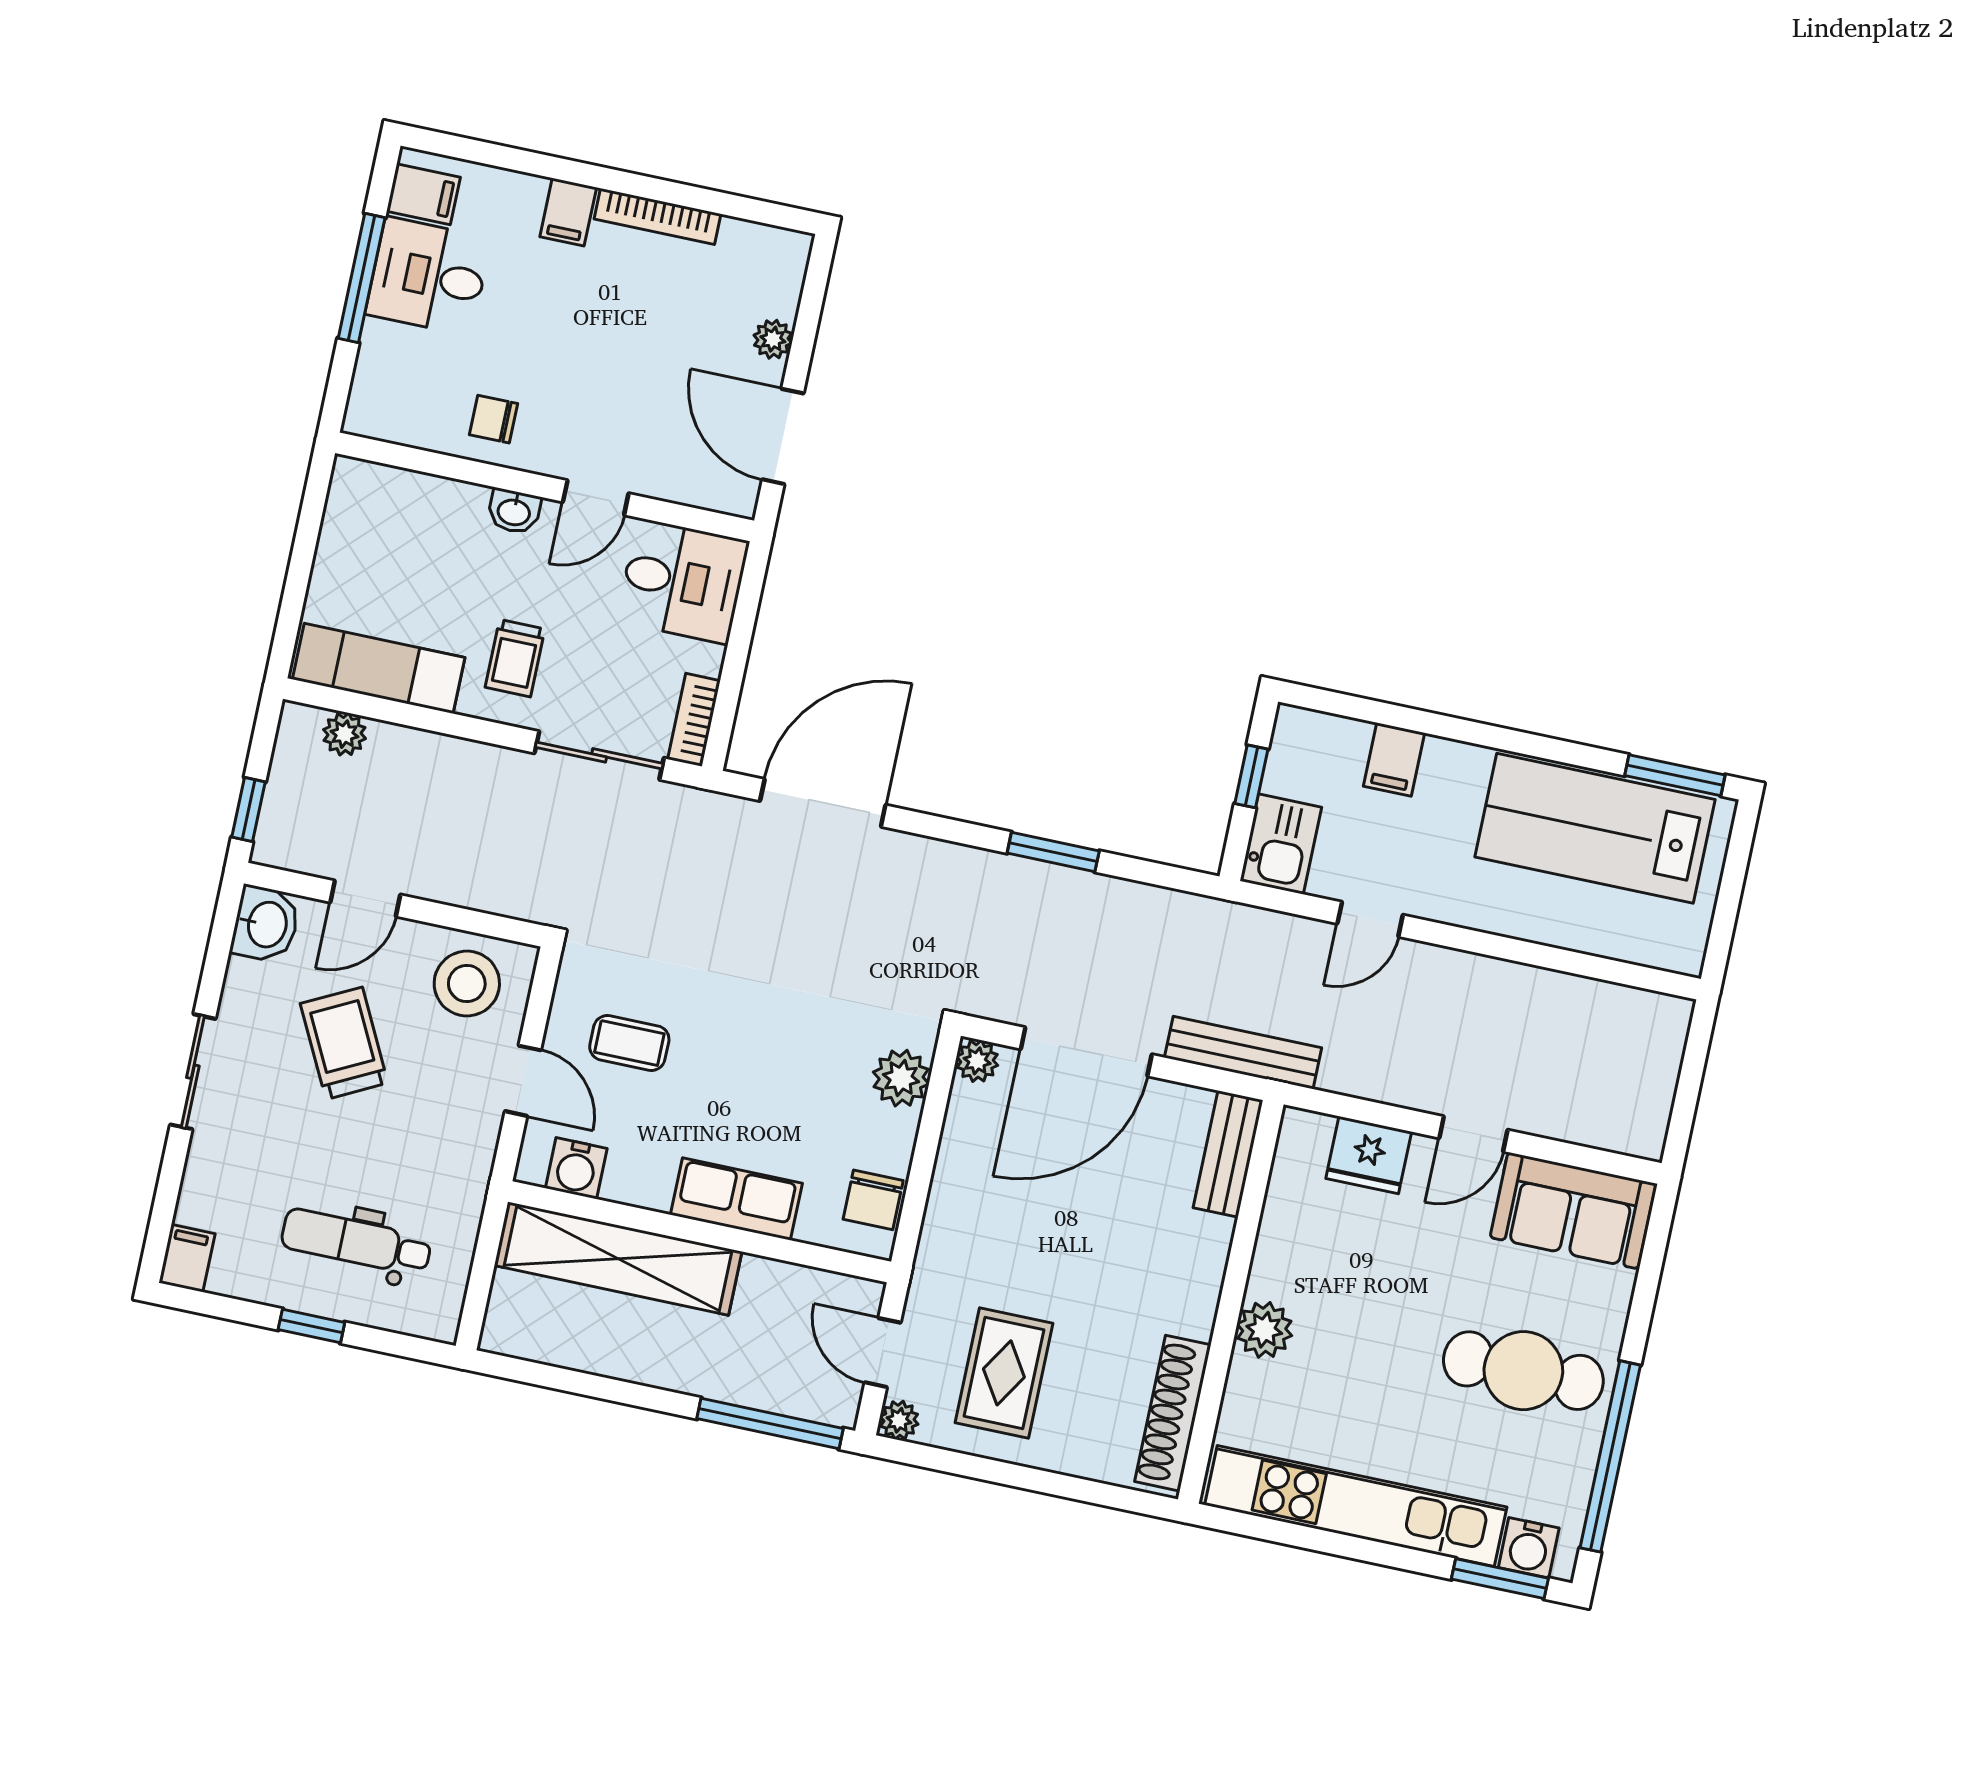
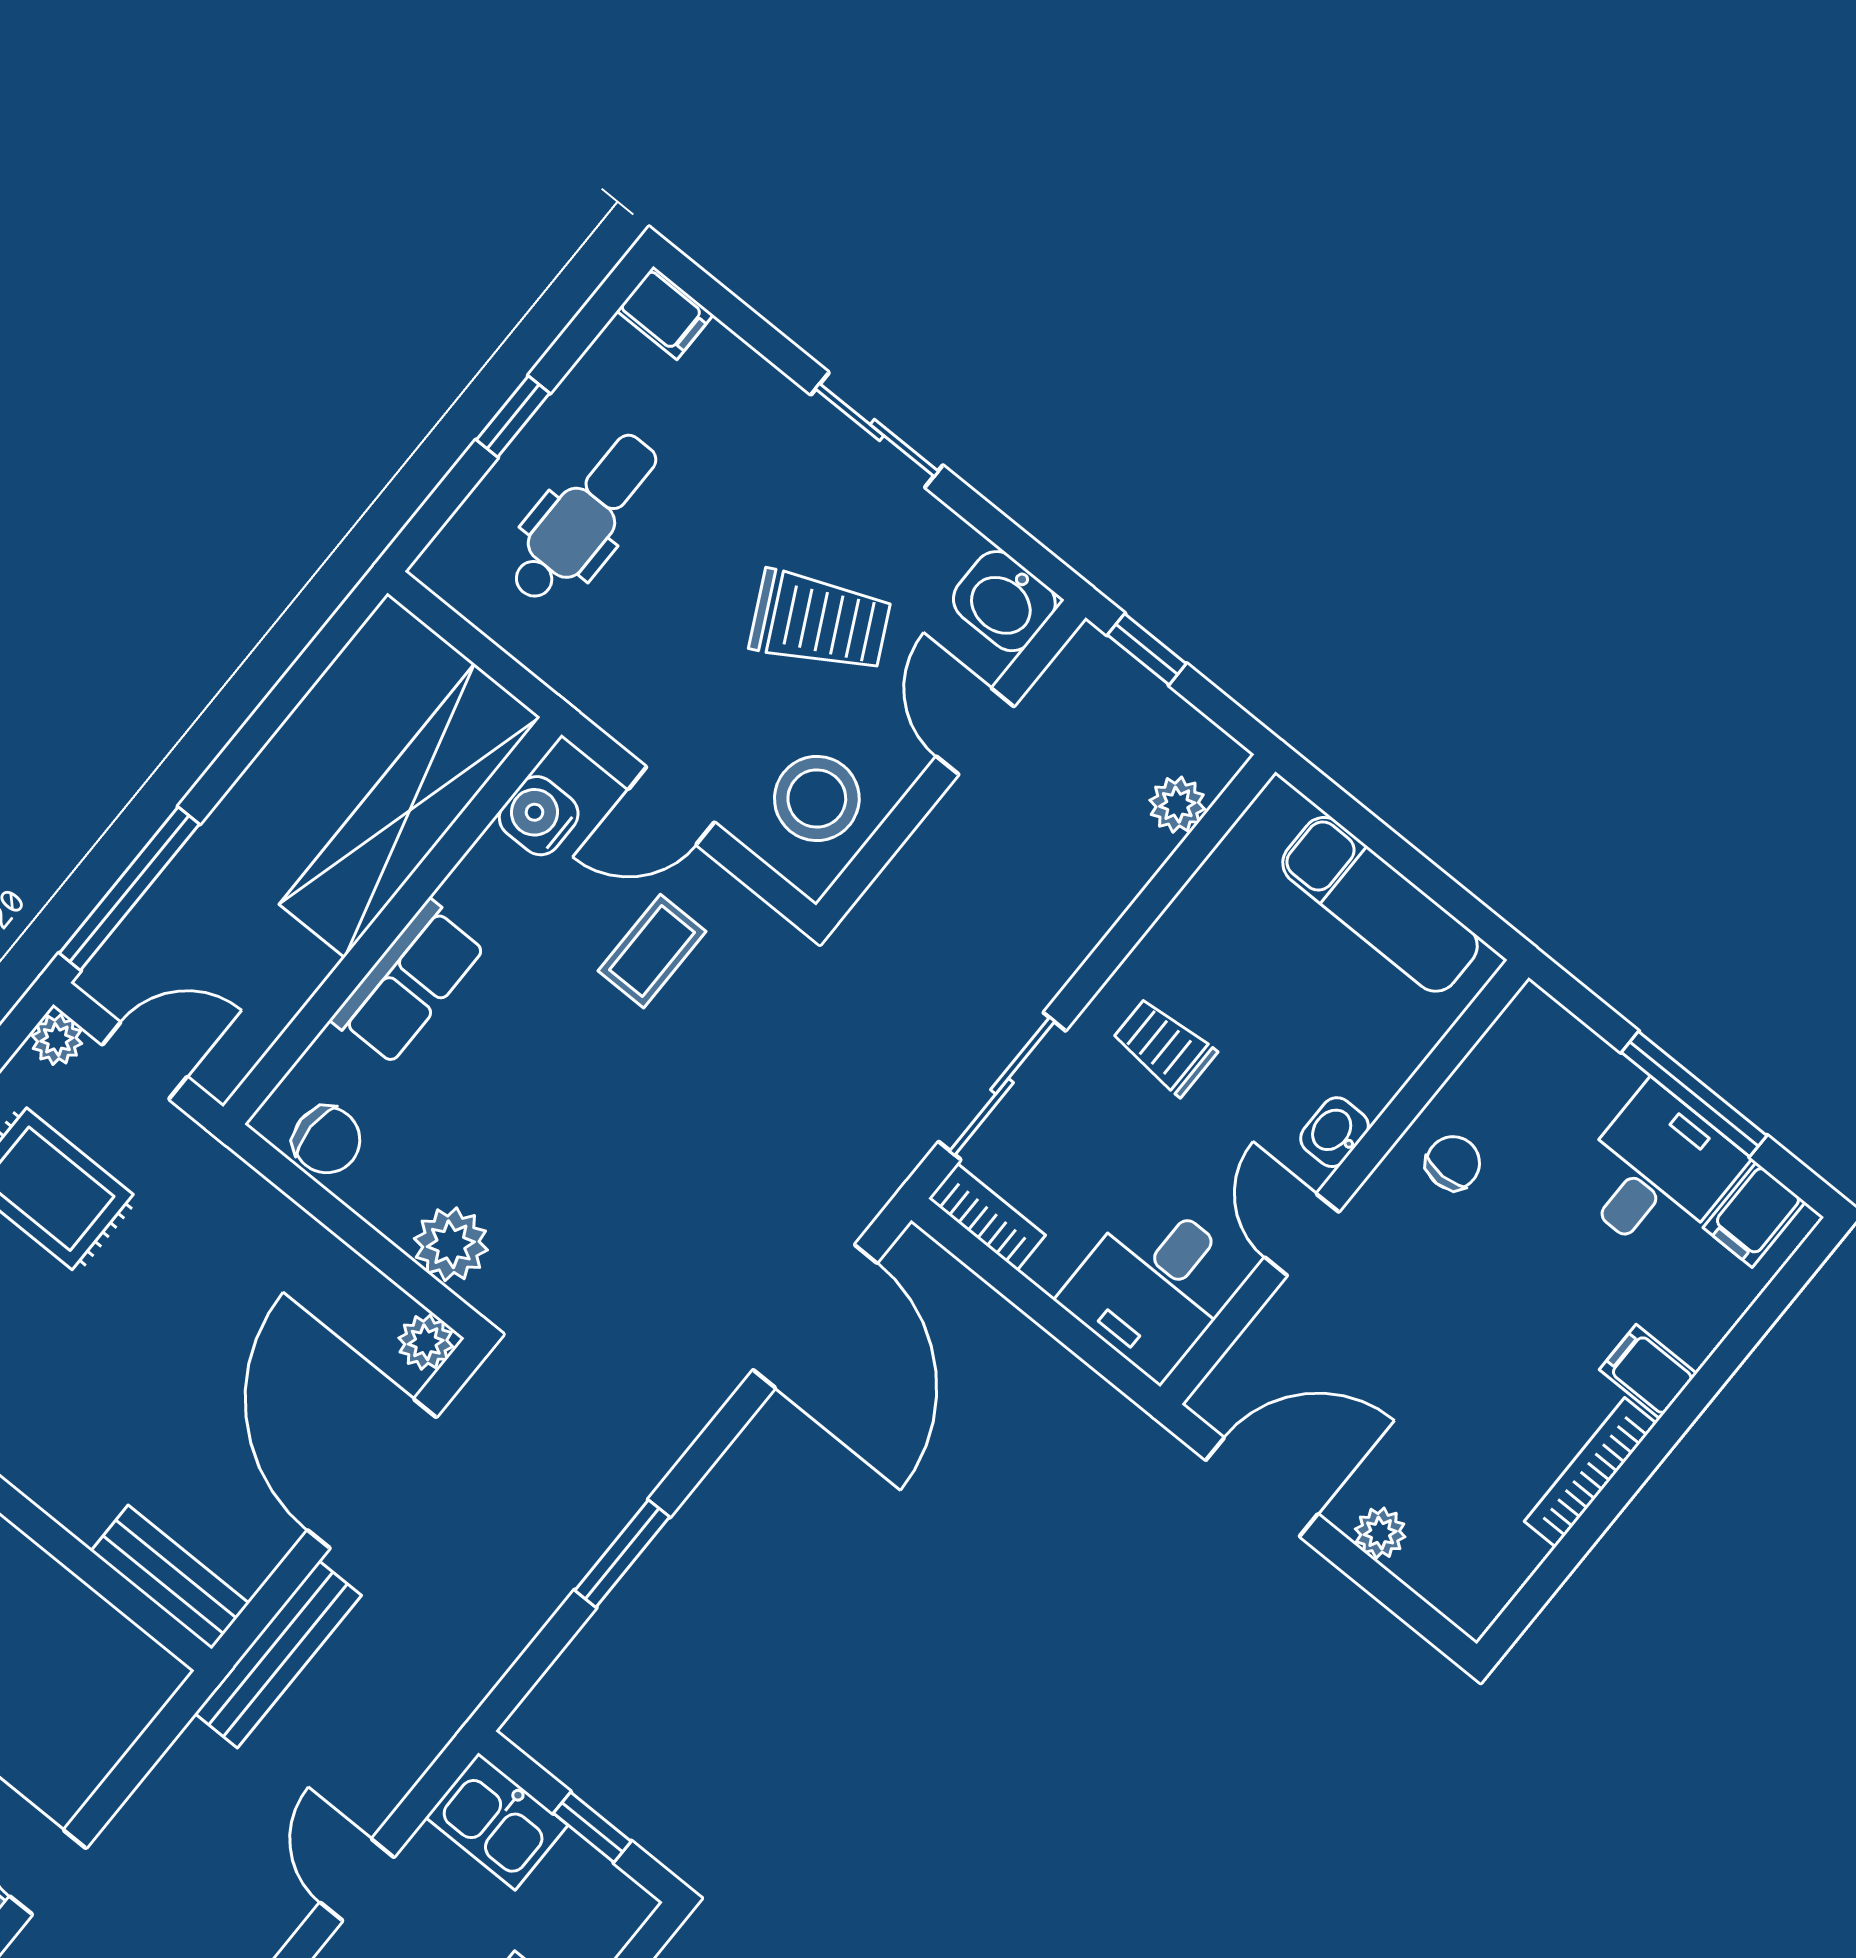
exam couch: (379, 668) -> (1380, 904), moved, turned 90
fridge: (1369, 1155) -> (86, 1739), removed
chair: (873, 1200) -> (327, 1140), turned 180

